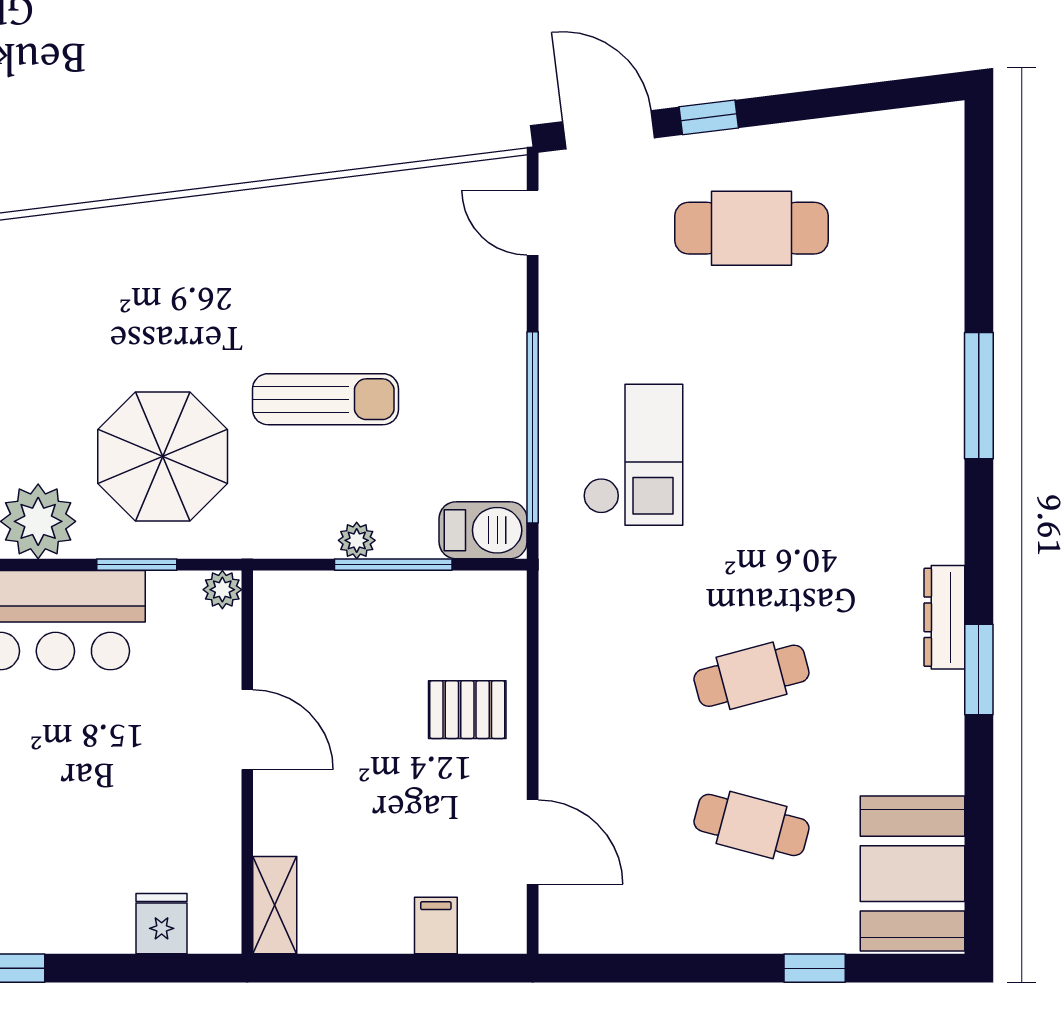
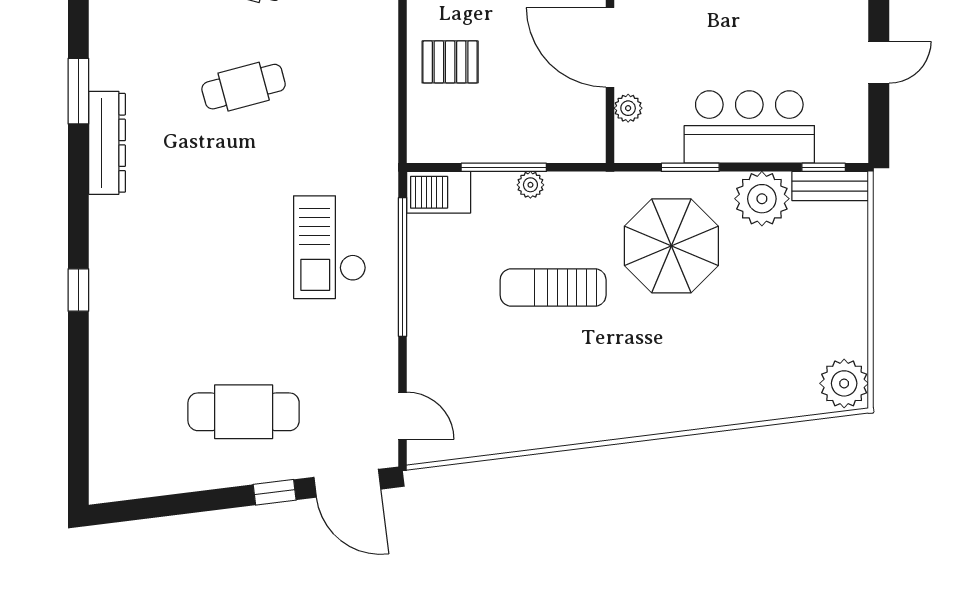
window: (979, 396) -> (78, 290), width x0.46
plant: (222, 590) -> (628, 108), moved
dresser: (944, 617) -> (107, 143), width x1.37, depth x1.24
door: (247, 730) -> (610, 47), width x1.36

